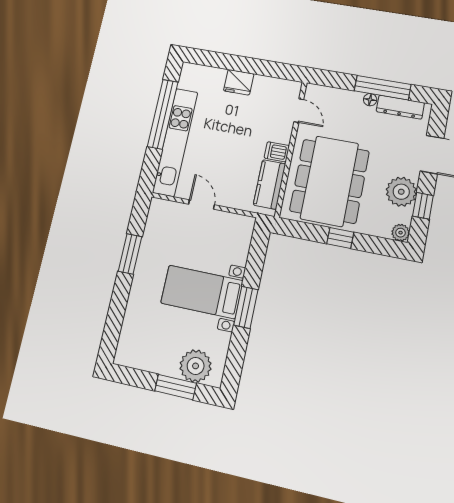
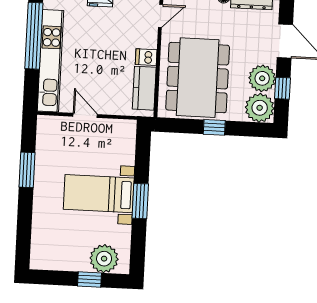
door: (299, 111) -> (161, 16), hinge flipped
plant: (401, 233) -> (260, 108), width x1.88, depth x1.88
window: (176, 387) -> (90, 279), width x0.67

